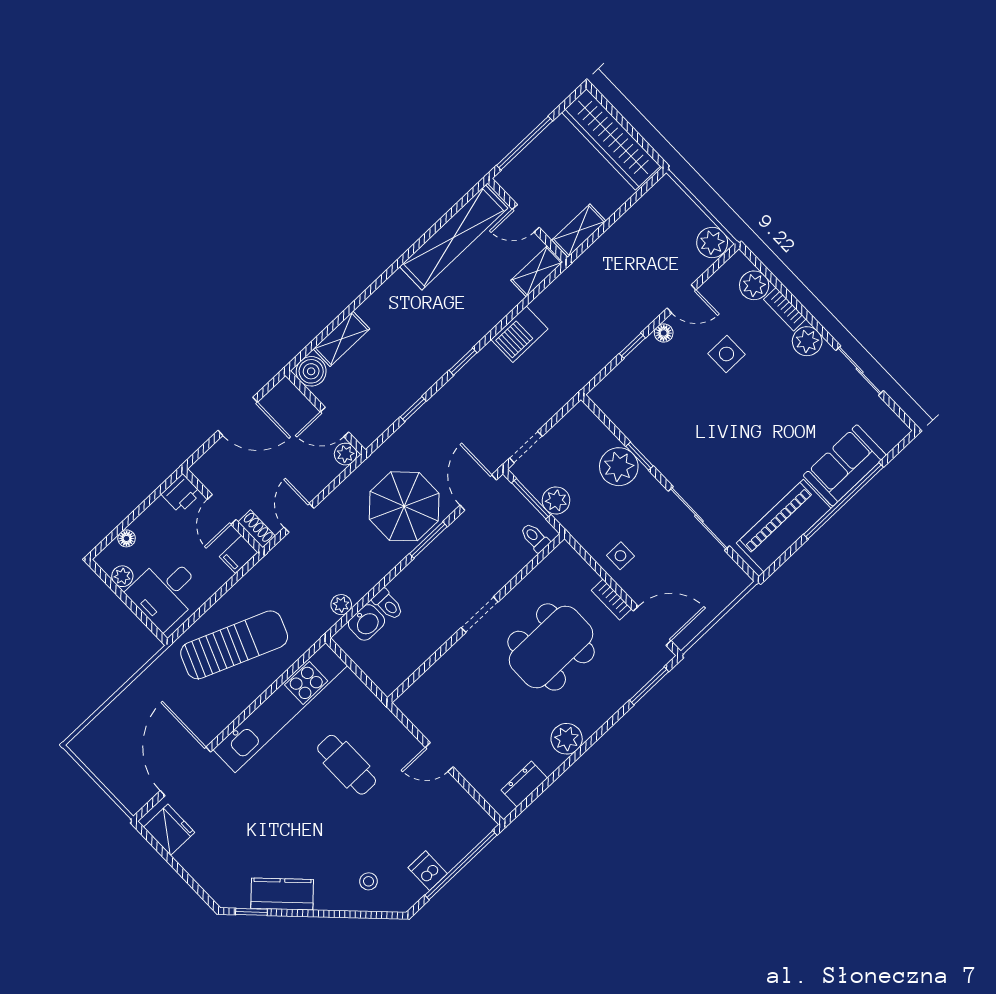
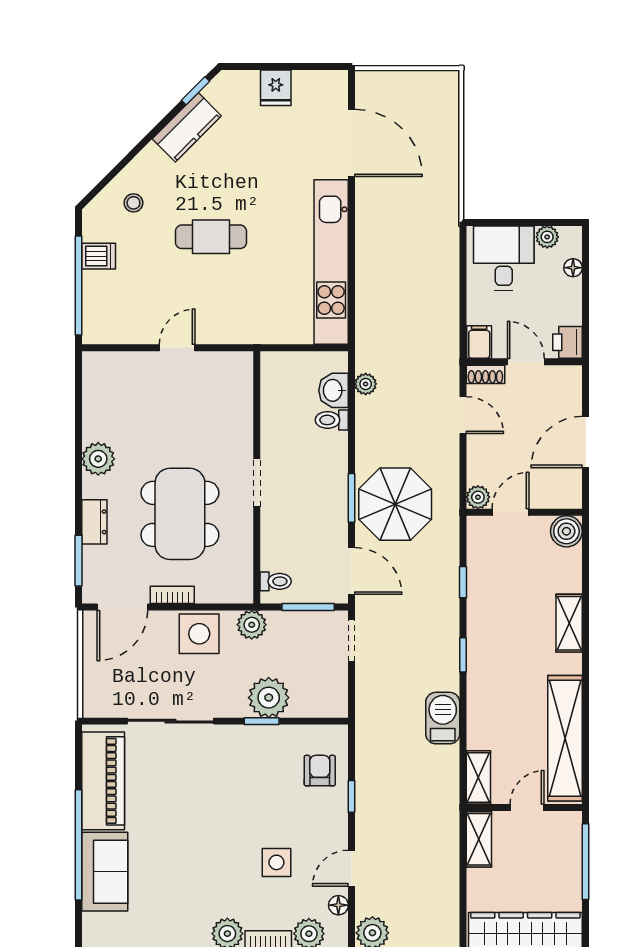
floor lamp: (664, 333) -> (338, 905), moved
shelving: (341, 339) -> (569, 623), moved
armchair: (635, 384) -> (320, 771), added
plant: (556, 500) -> (252, 625), moved
side table: (620, 556) -> (199, 634), width x1.87, depth x1.87
sun lounger: (234, 645) -> (413, 272), removed
cafe table: (347, 765) -> (211, 237), moved
dresser: (524, 784) -> (94, 522), moved
fridge: (169, 830) -> (276, 88), moved, width x0.72

